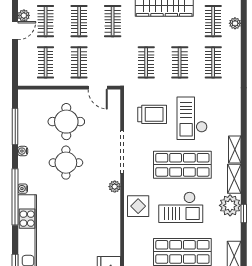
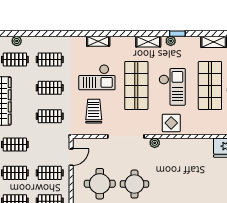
shelving: (235, 149) -> (98, 41), moved
plant: (230, 205) -> (171, 41), width x0.53, depth x0.53

